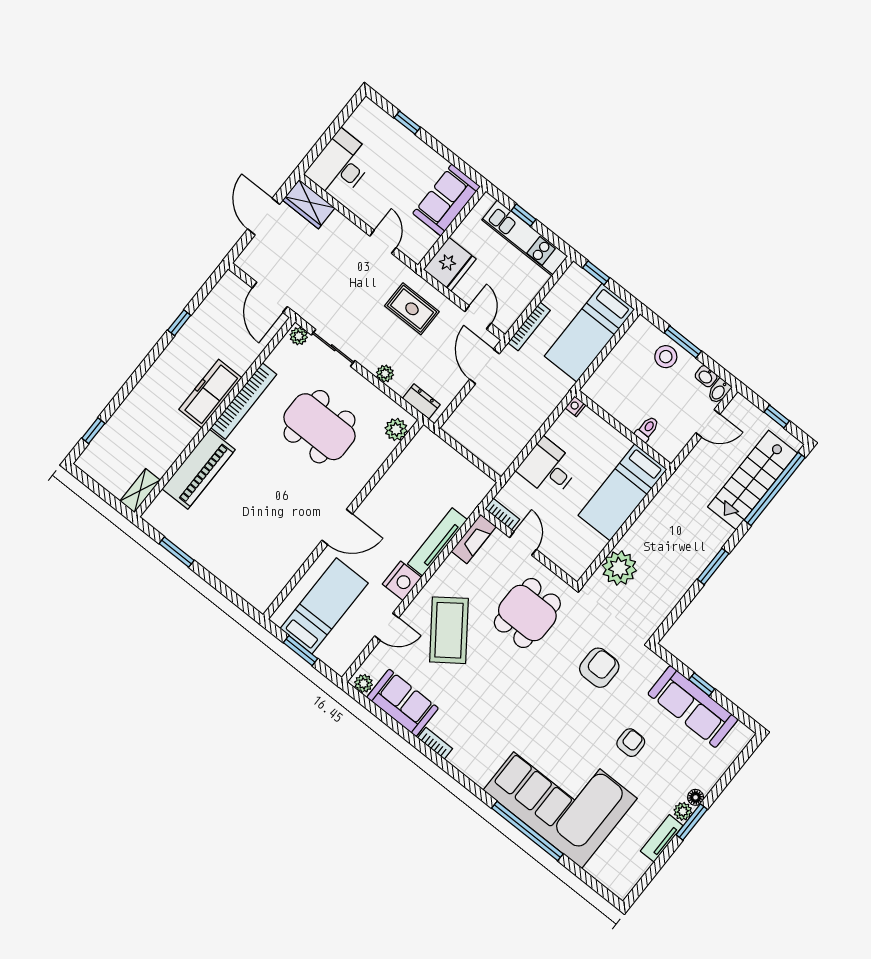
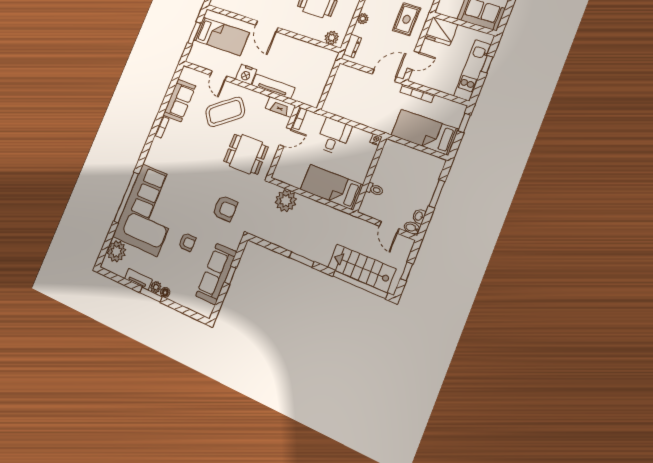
stool: (666, 357) -> (424, 186), removed
plant: (364, 683) -> (116, 251), moved, width x1.88, depth x1.88

